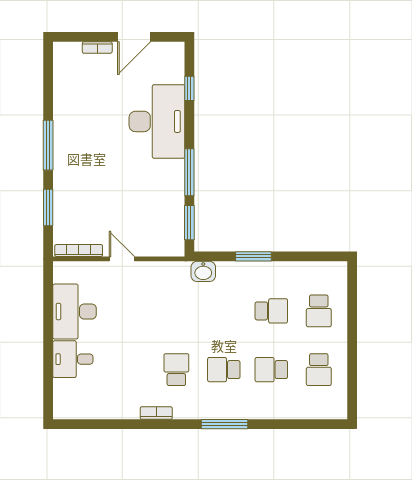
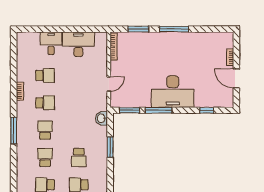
desk: (157, 121) -> (173, 92), moved
door: (122, 259) -> (109, 84), moved
school desk: (129, 370) -> (45, 75), added

